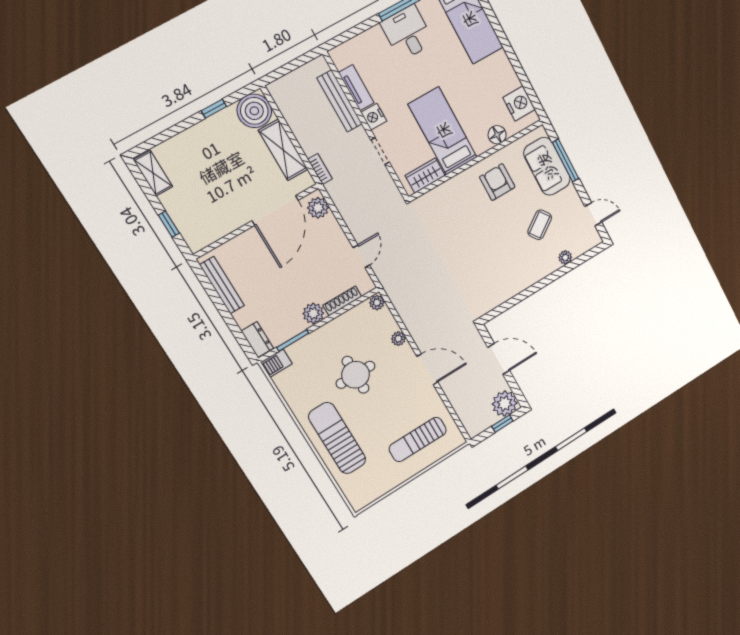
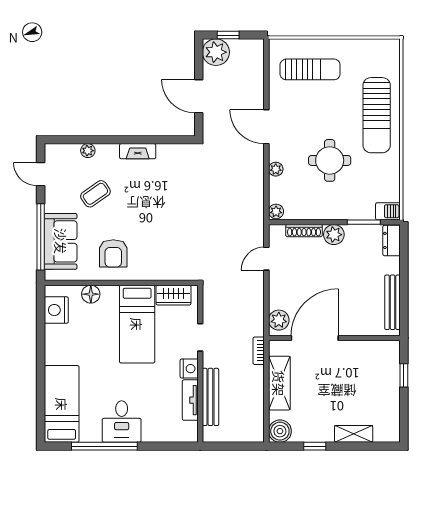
boiler: (254, 111) -> (280, 431), width x0.73, depth x0.73
window: (566, 160) -> (41, 237), width x1.46
shelving: (153, 173) -> (354, 434), moved, turned 90
fireplace: (524, 282) -> (138, 151), added

